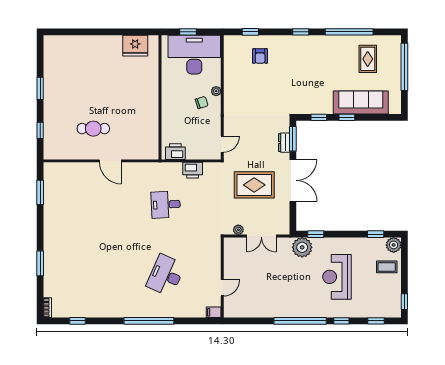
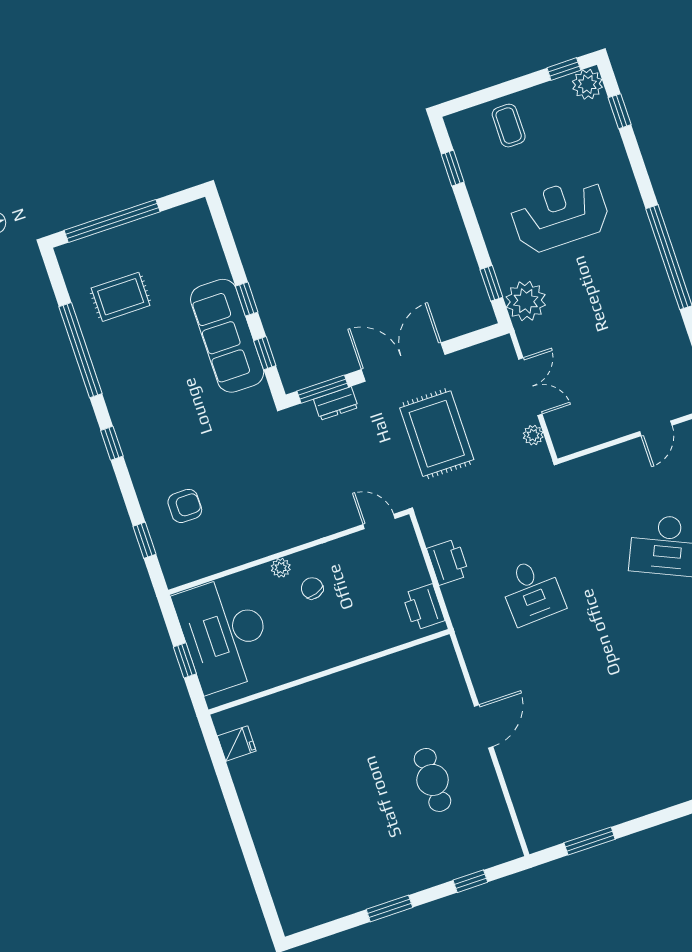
fridge: (135, 46) -> (237, 744), width x0.53, depth x0.75
sofa: (361, 102) -> (227, 336), moved
plant: (394, 245) -> (587, 84), moved
reception desk: (337, 277) -> (560, 215), turned 180
door: (222, 288) -> (656, 428), swing flipped
window: (341, 321) -> (642, 178), removed

